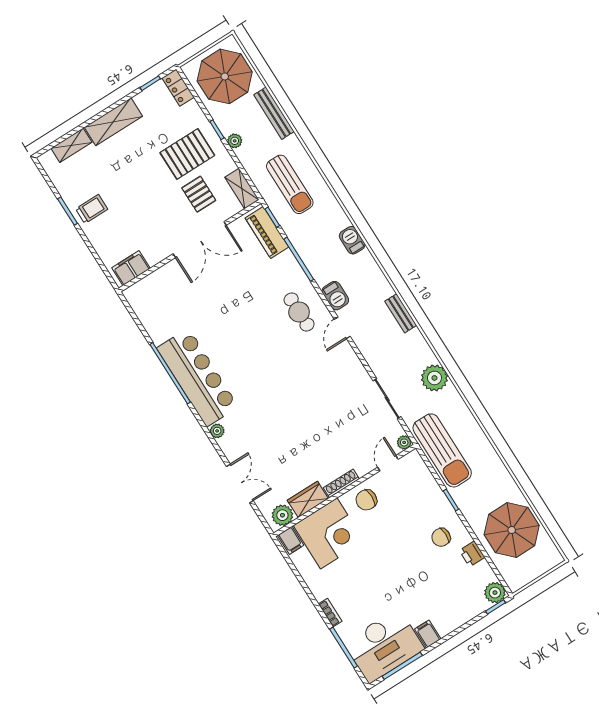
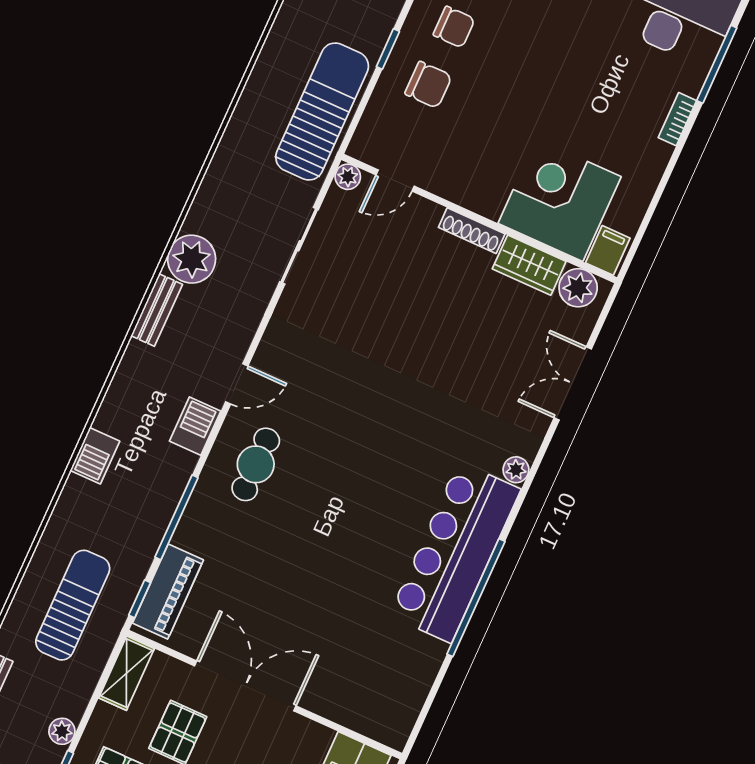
plant: (434, 378) -> (192, 259), moved
chair: (366, 500) -> (428, 85), moved

